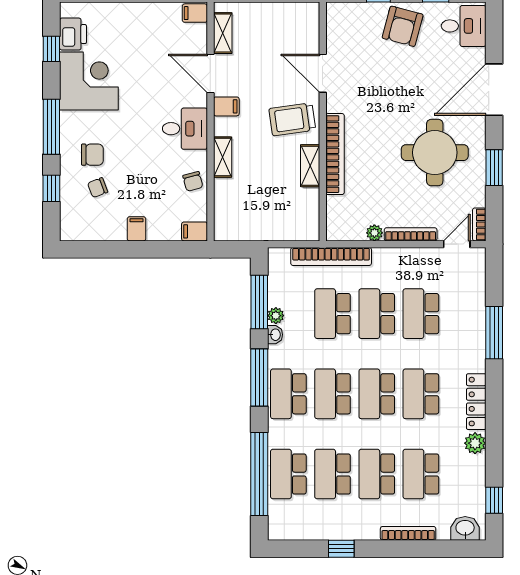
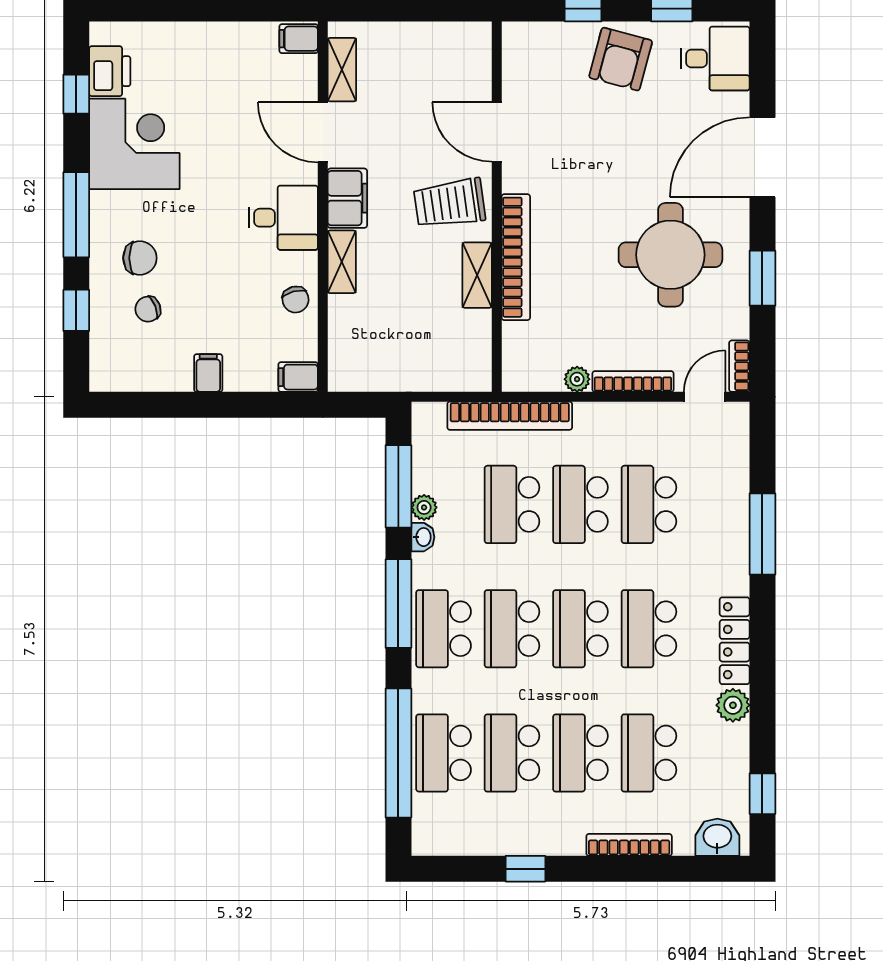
filing cabinet: (226, 106) -> (347, 198), width x2.00

